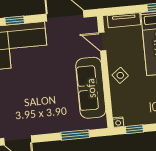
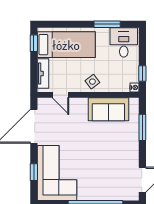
door: (102, 42) -> (60, 95), hinge flipped
sofa: (91, 88) -> (108, 109), width x0.73

